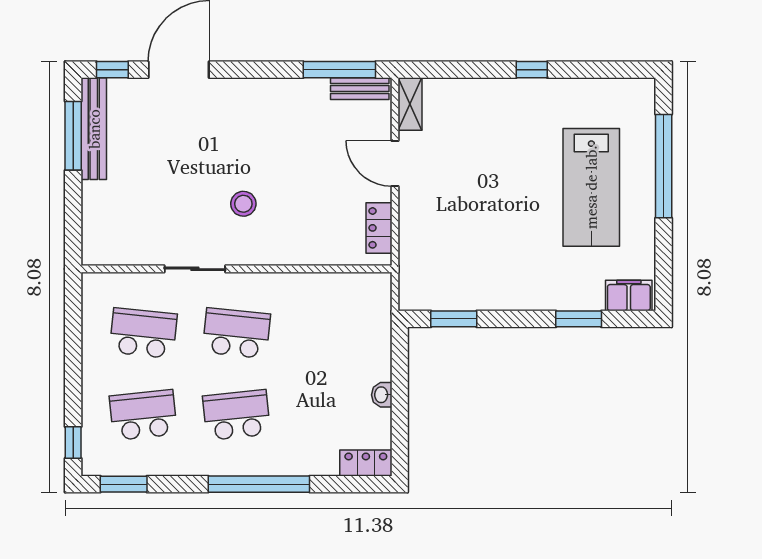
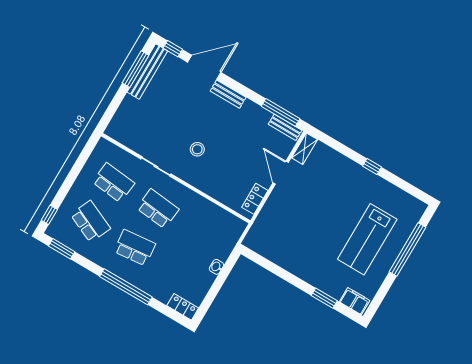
bench: (241, 89) -> (228, 94), added
window: (454, 319) -> (265, 263), removed
washbasin: (382, 395) -> (216, 267), moved
school desk: (143, 415) -> (90, 221), turned 30

